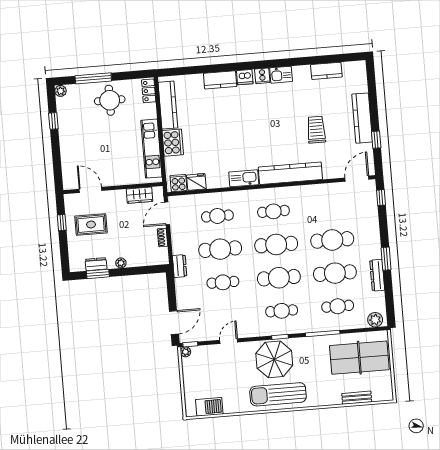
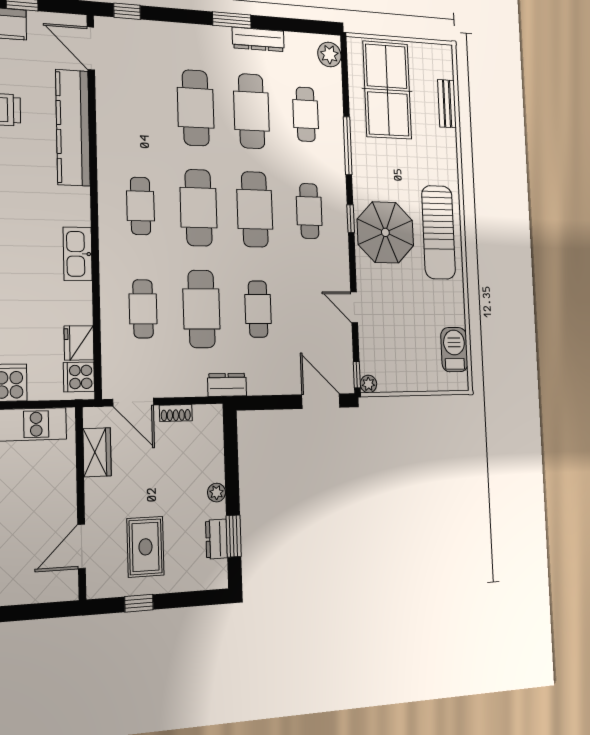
kitchen counter: (290, 173) -> (73, 128), moved

